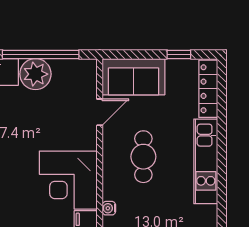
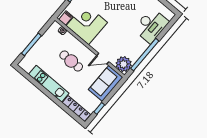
plant: (35, 74) -> (124, 64), moved
door: (100, 112) -> (103, 59), hinge flipped

